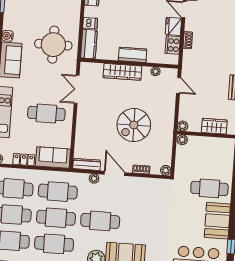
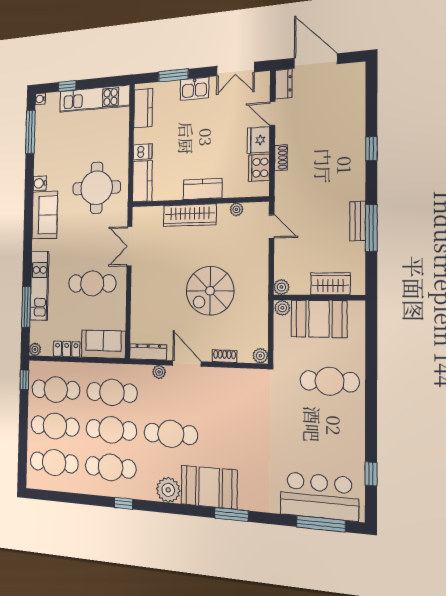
booth: (217, 221) -> (319, 319), moved, turned 90

